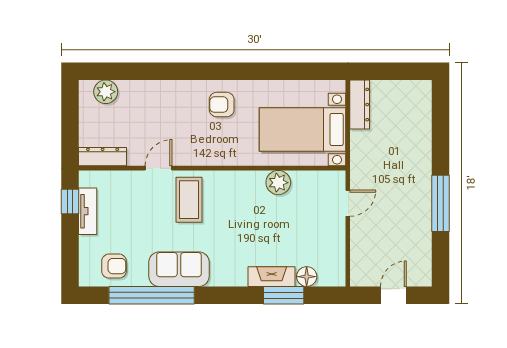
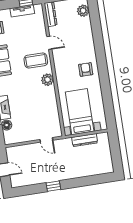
dresser: (360, 105) -> (85, 140), moved
plant: (278, 183) -> (48, 80), moved
window: (440, 203) -> (53, 186), width x0.46

